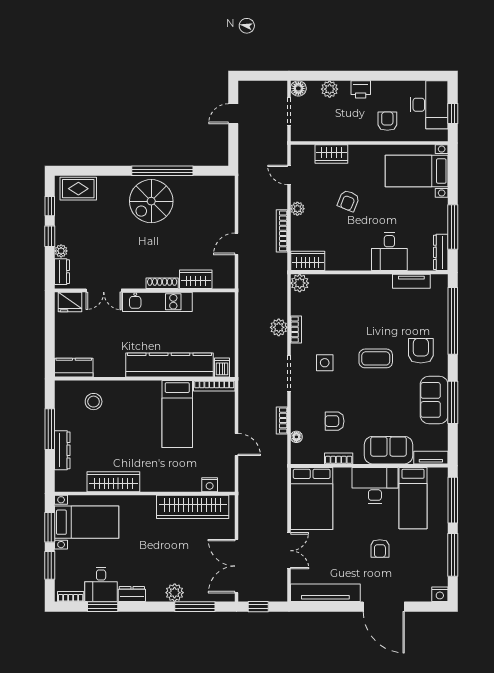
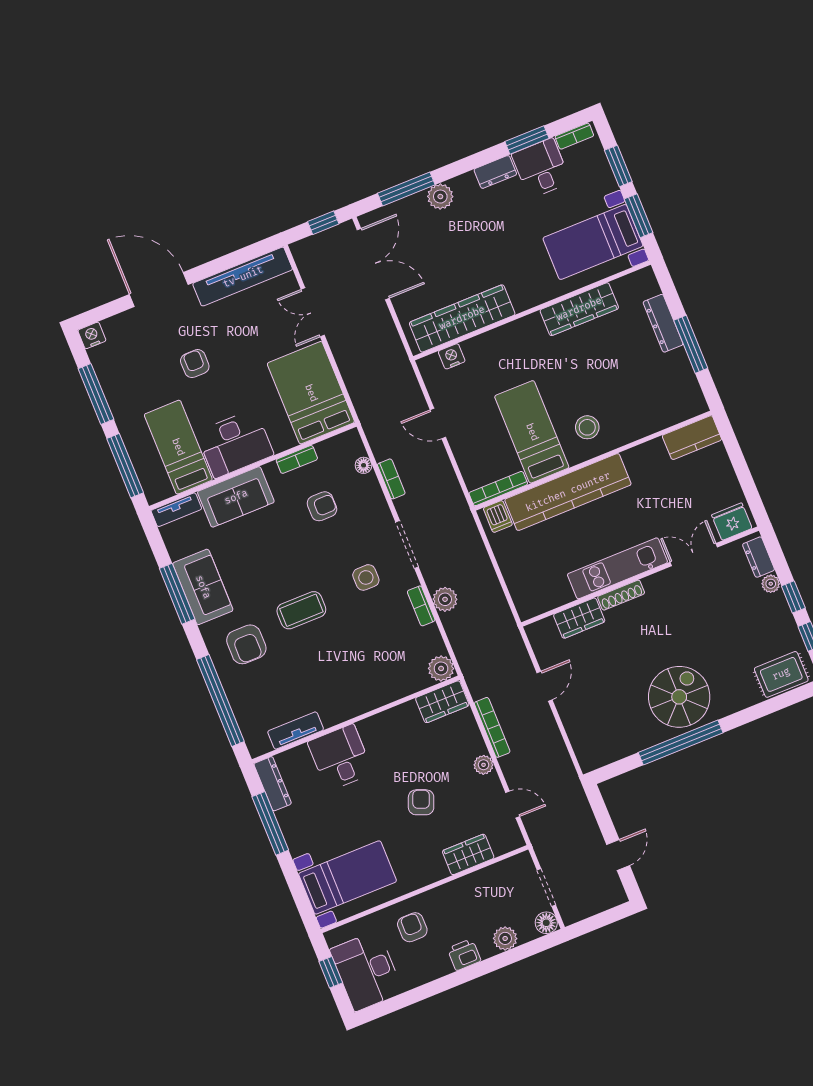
armchair: (387, 121) -> (412, 927), turned 180
stool: (94, 402) -> (587, 427), moved

